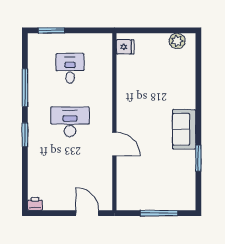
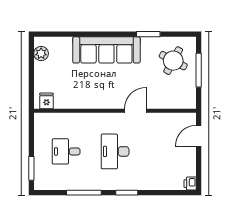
sofa: (184, 129) -> (106, 50), width x1.85, depth x1.27
round table: (169, 185) -> (173, 61), added

